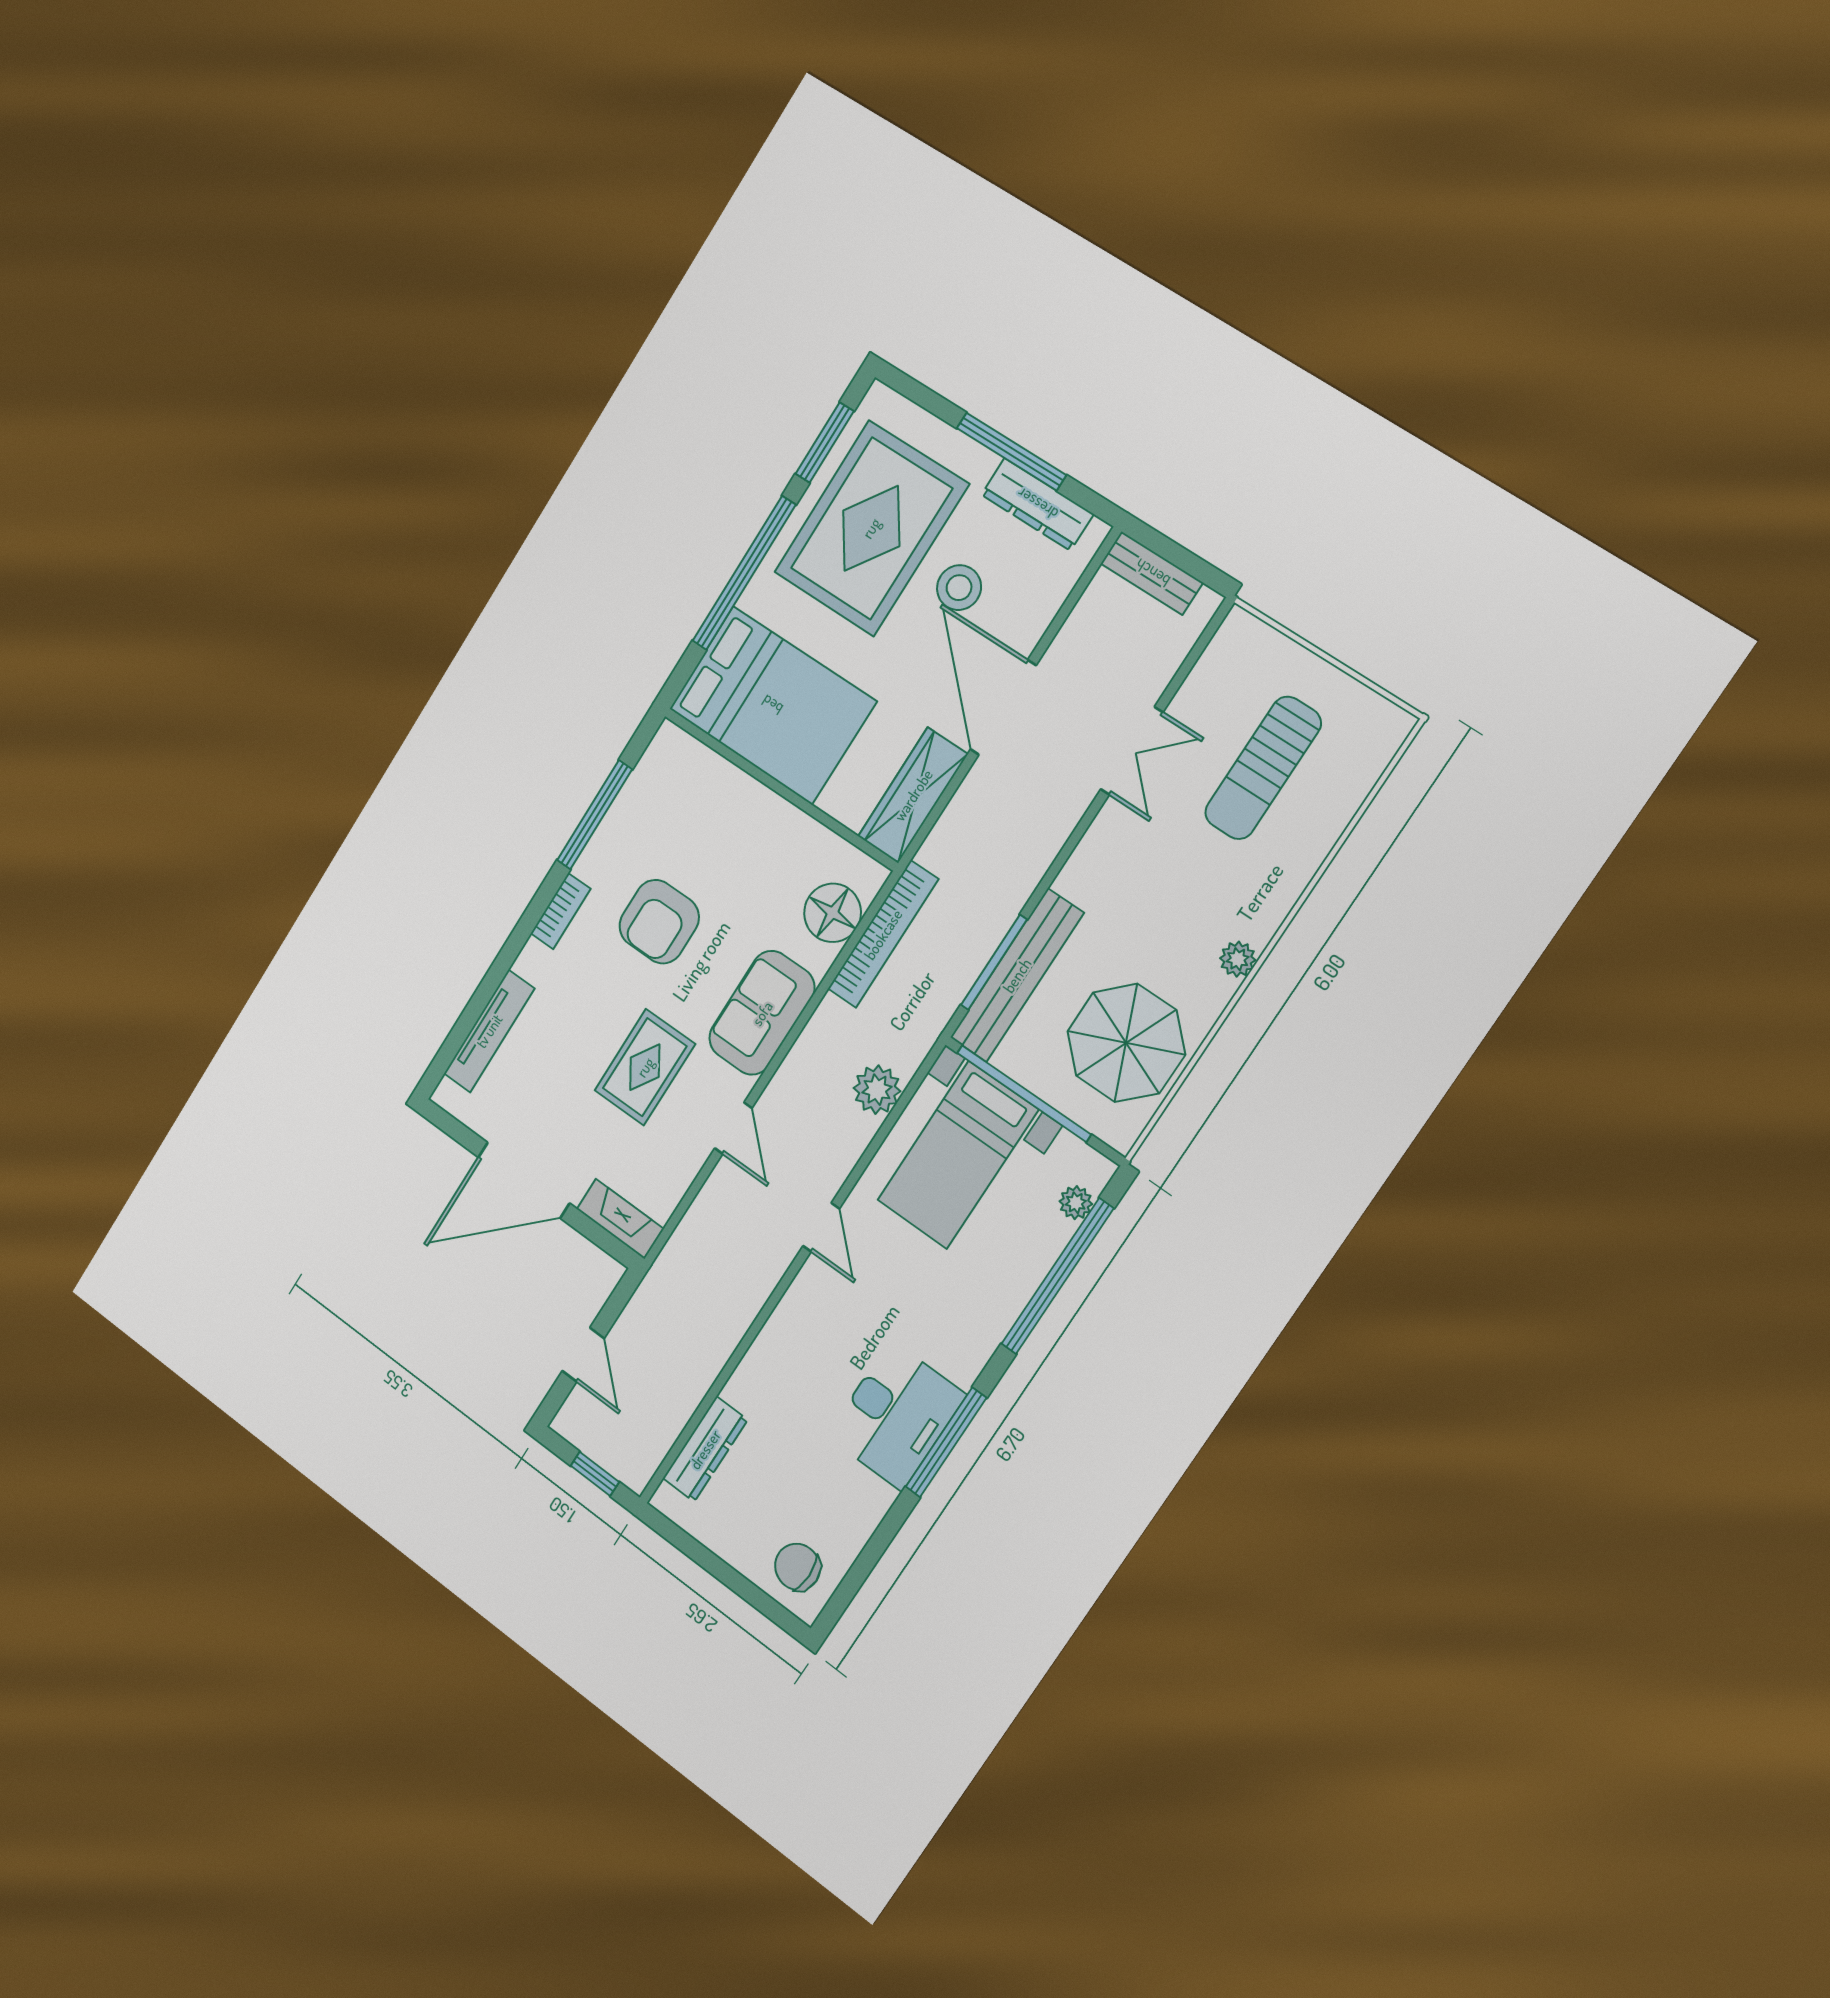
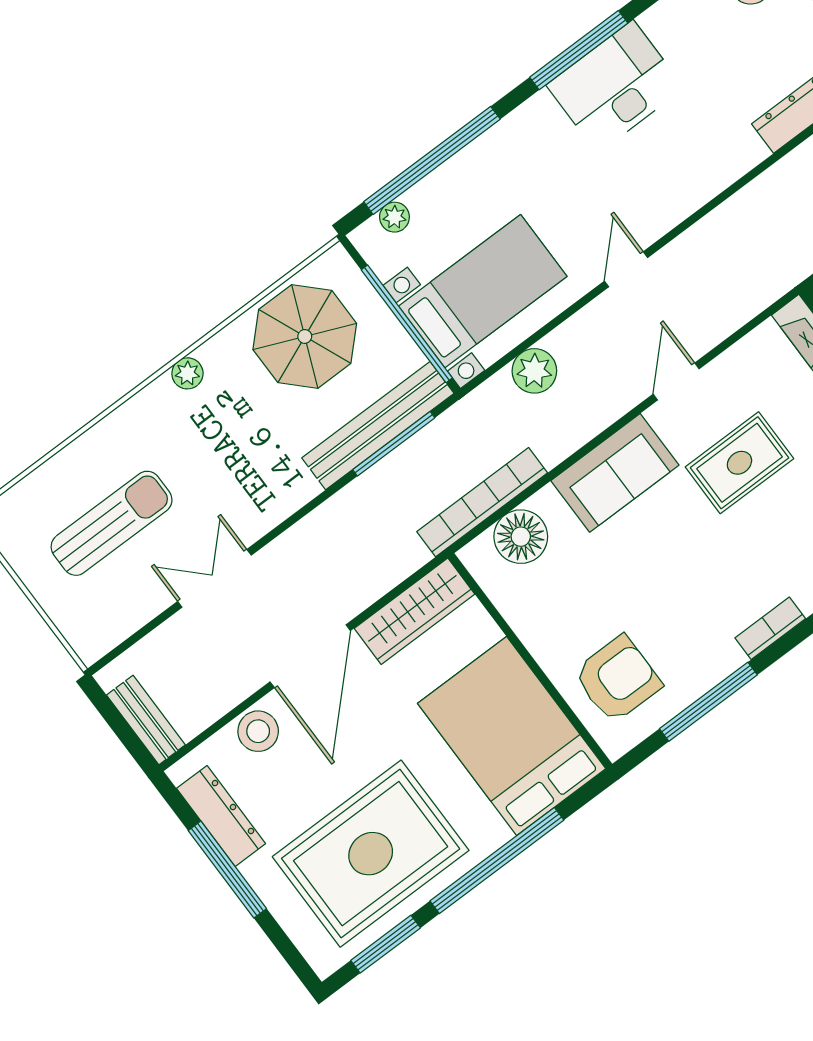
stool: (959, 588) -> (258, 731), moved
armchair: (659, 922) -> (618, 679), moved

